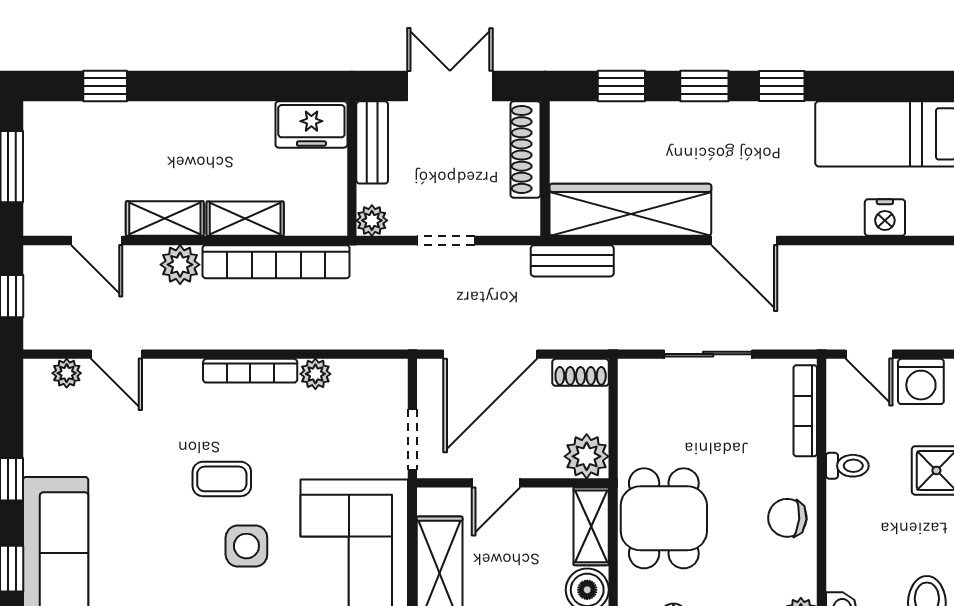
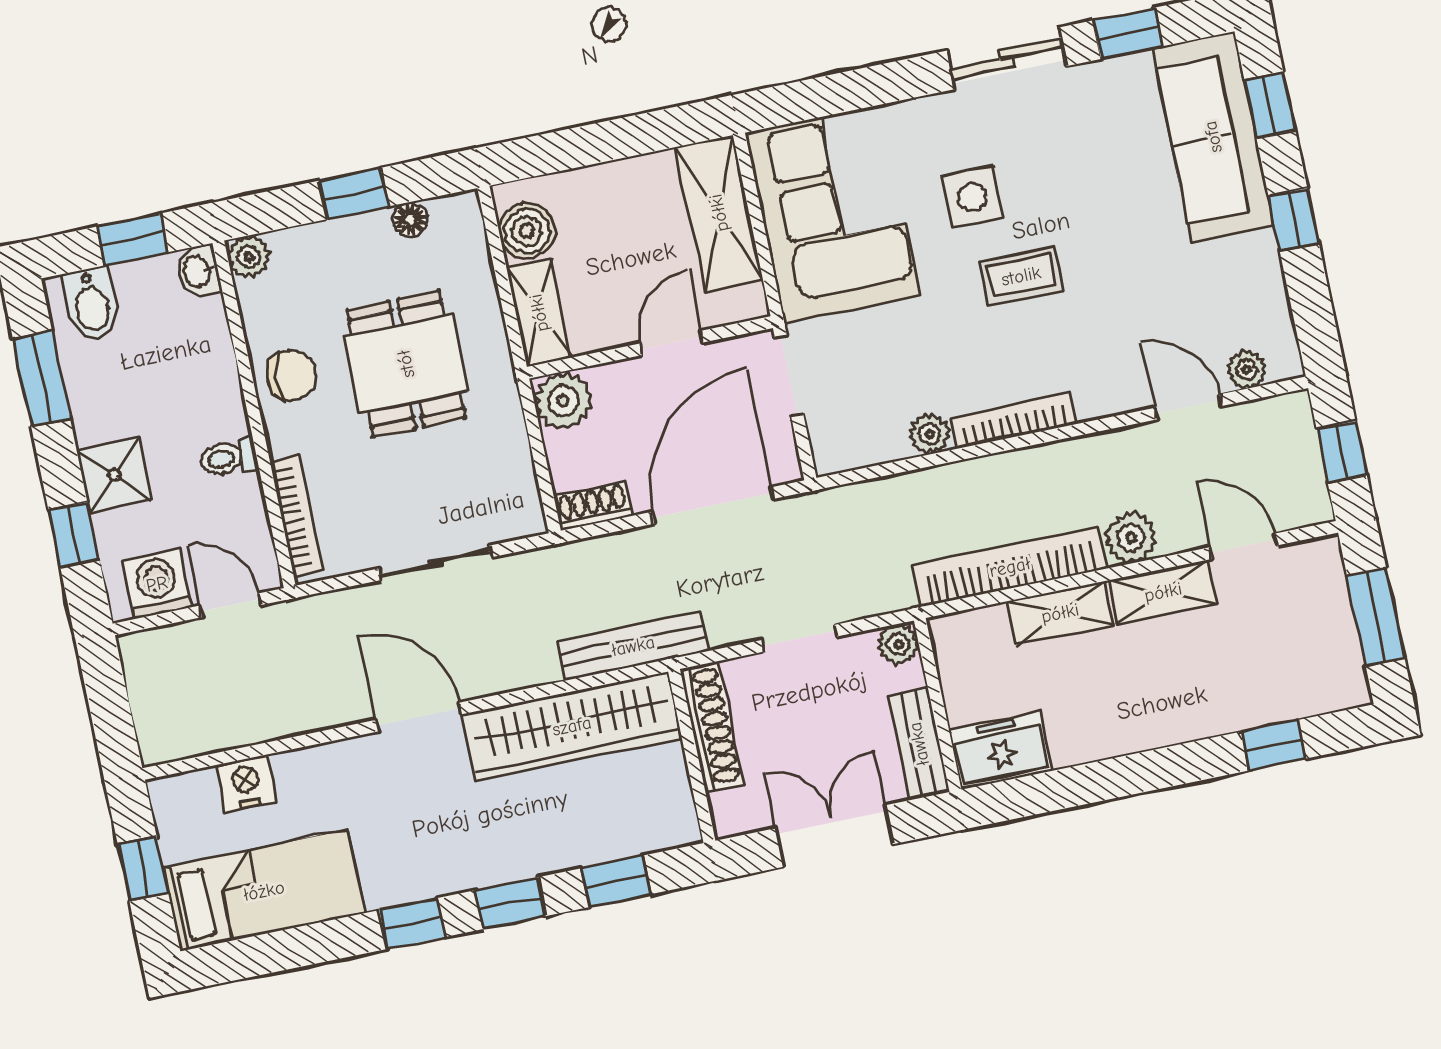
double door: (450, 86) -> (835, 836), swing flipped
shoe rack: (526, 149) -> (712, 727), moved
bench: (572, 261) -> (633, 646), width x1.36
dining table: (664, 518) -> (406, 364), moved

